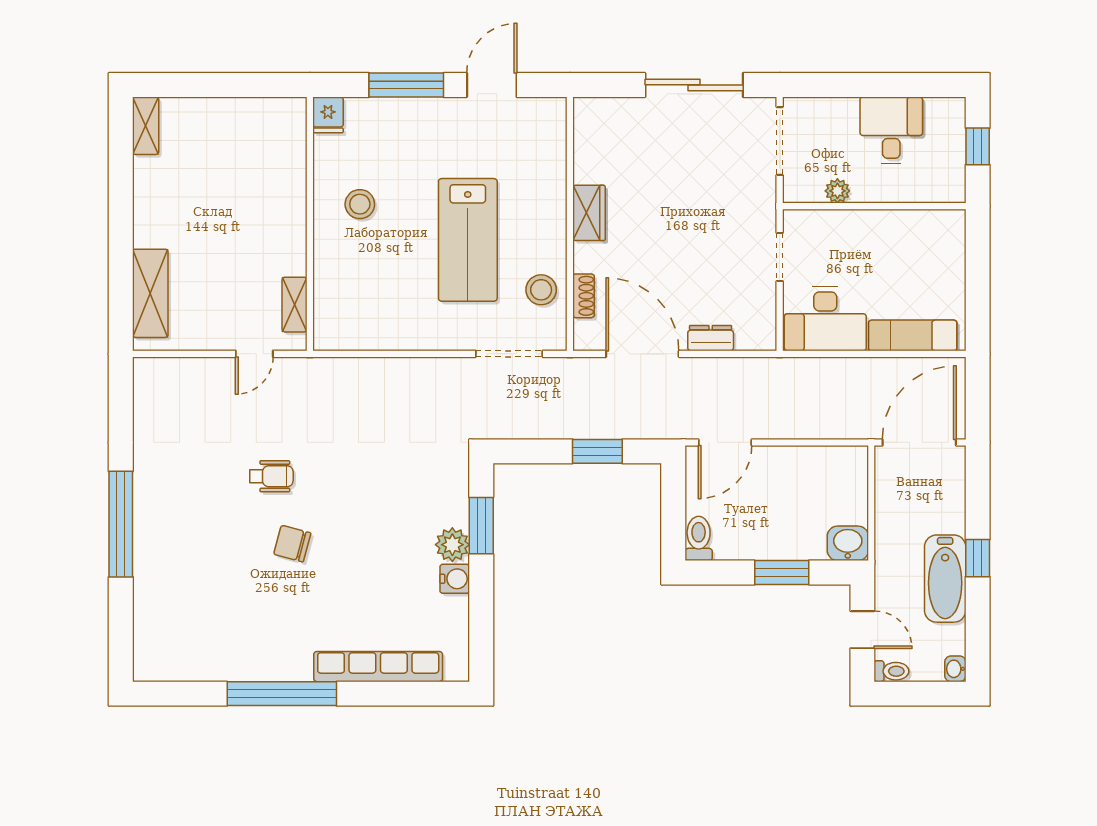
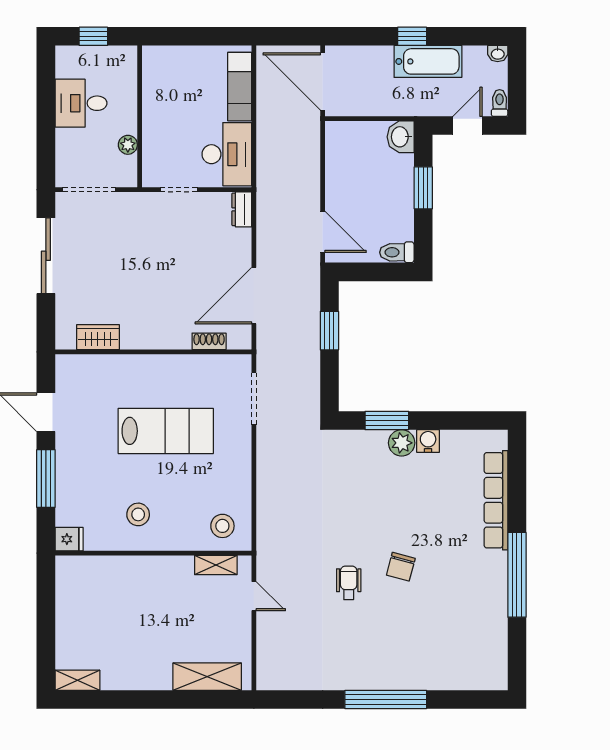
wardrobe: (589, 213) -> (98, 337), moved
stool: (541, 290) -> (222, 526), moved
dresser: (711, 338) -> (242, 209), moved

